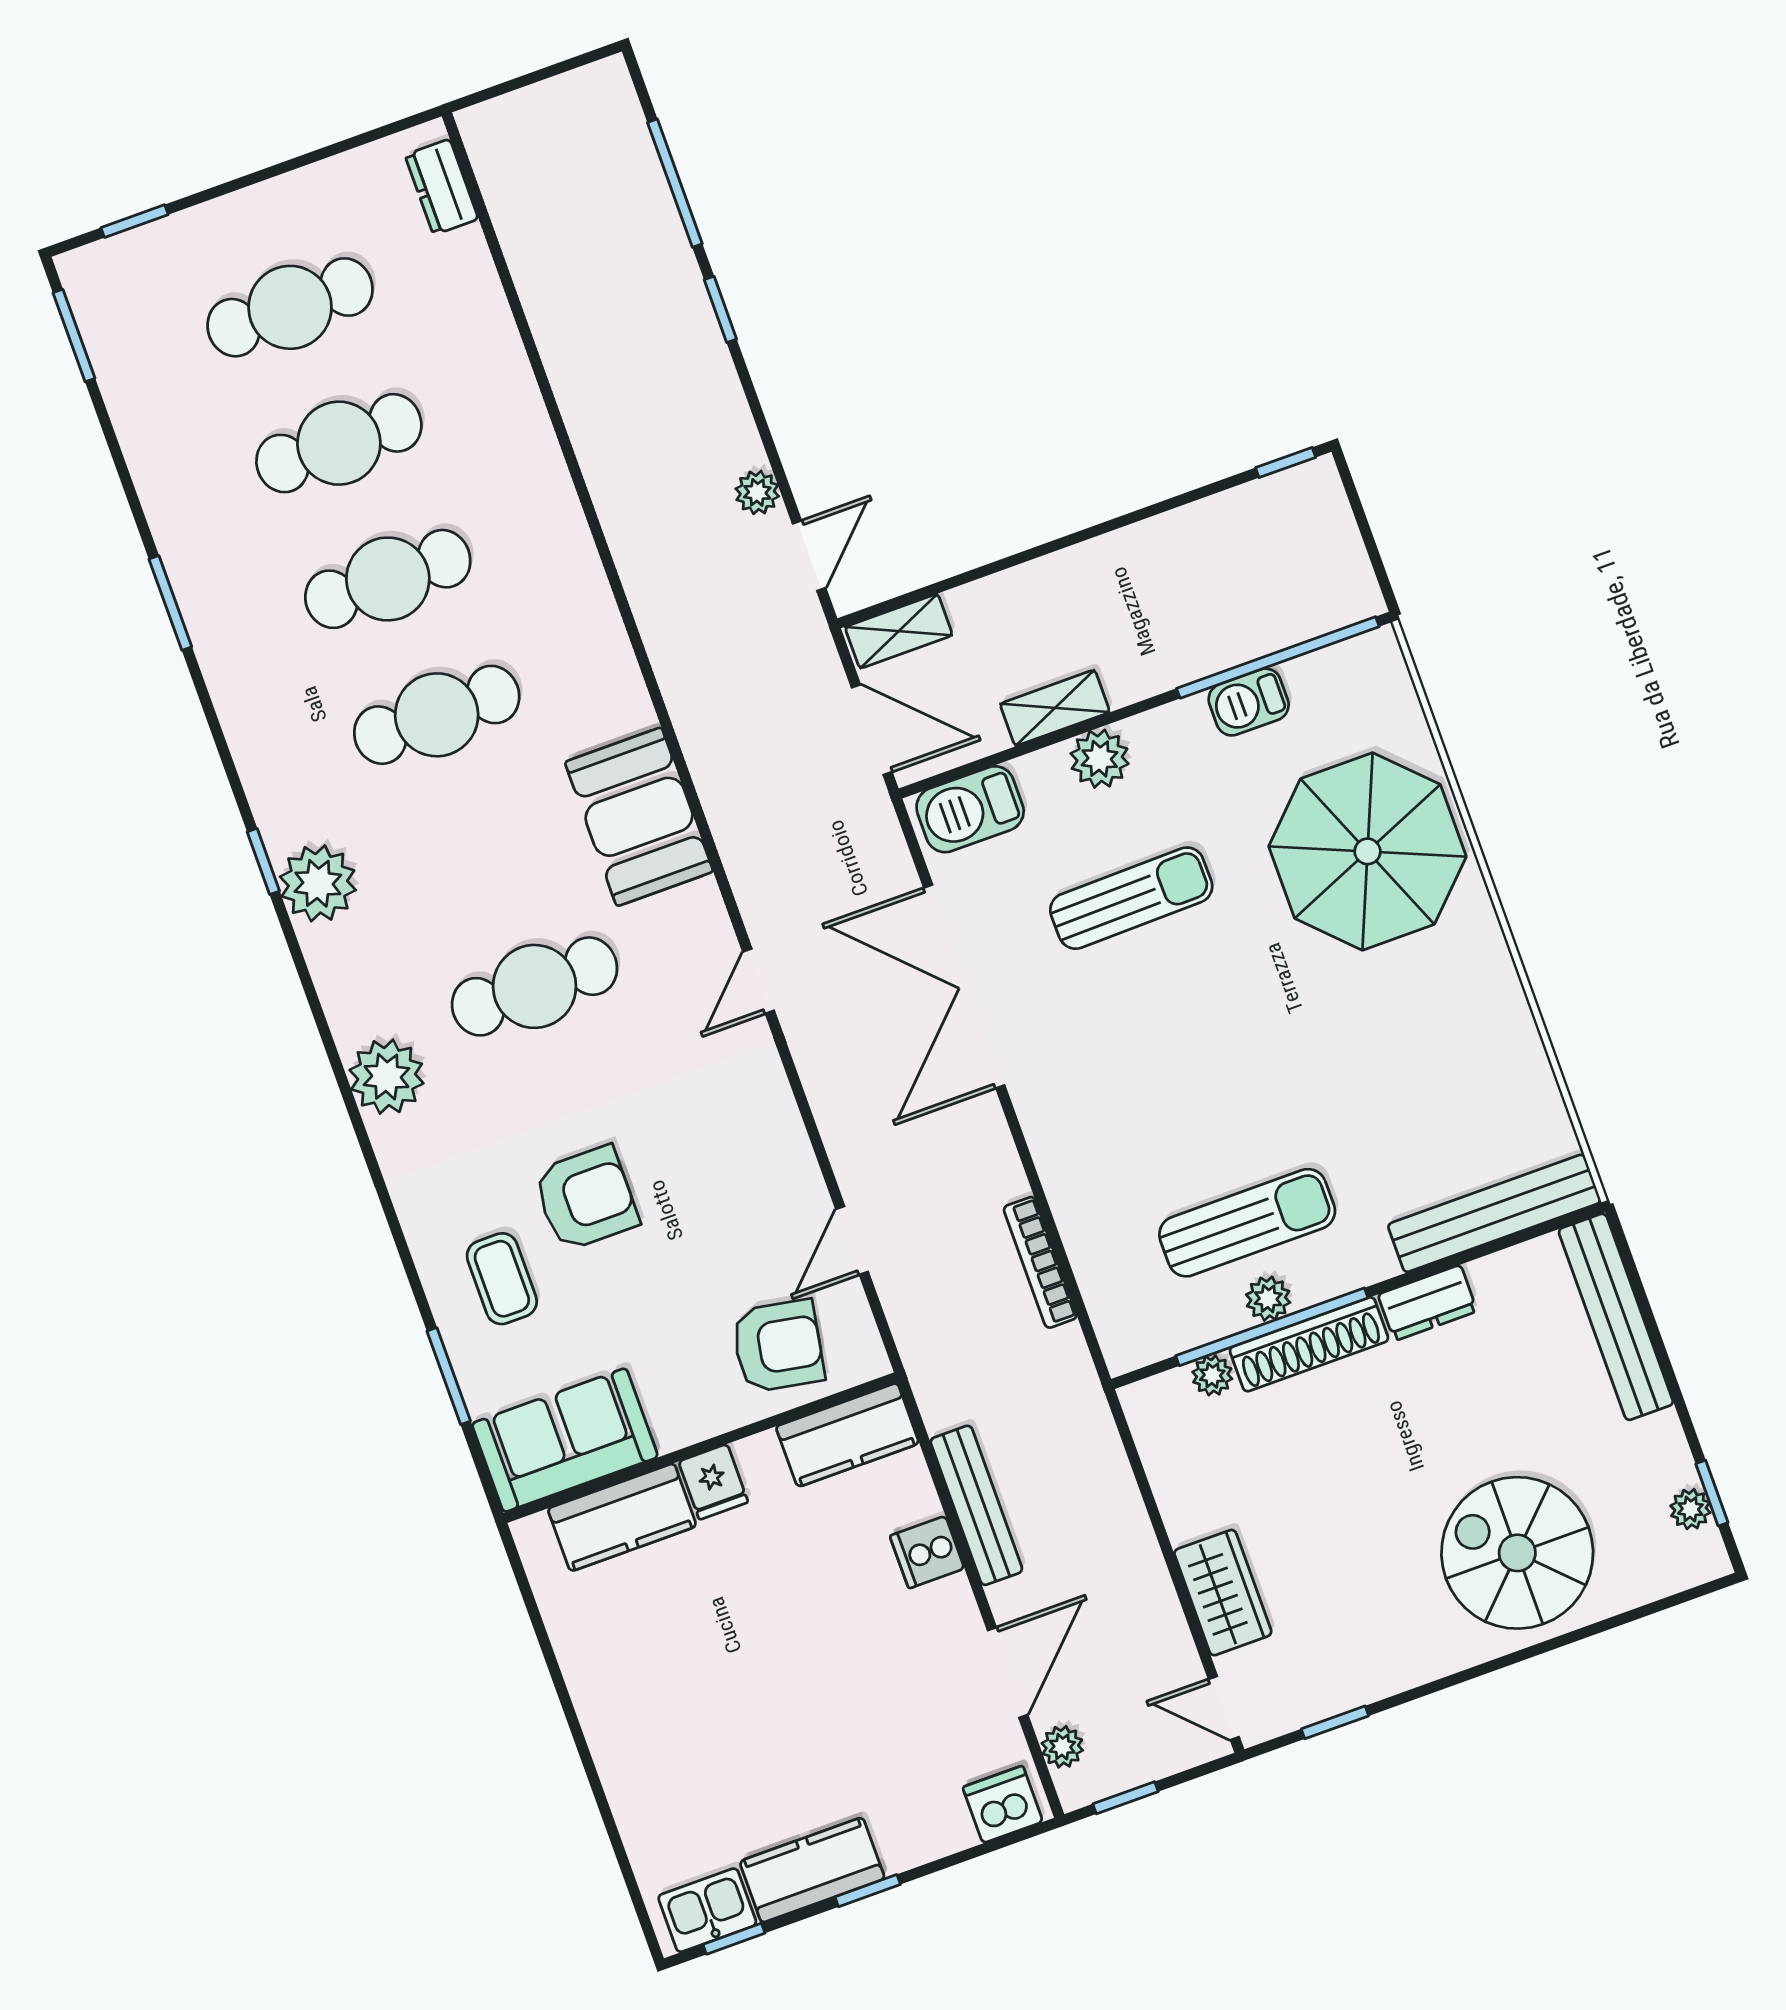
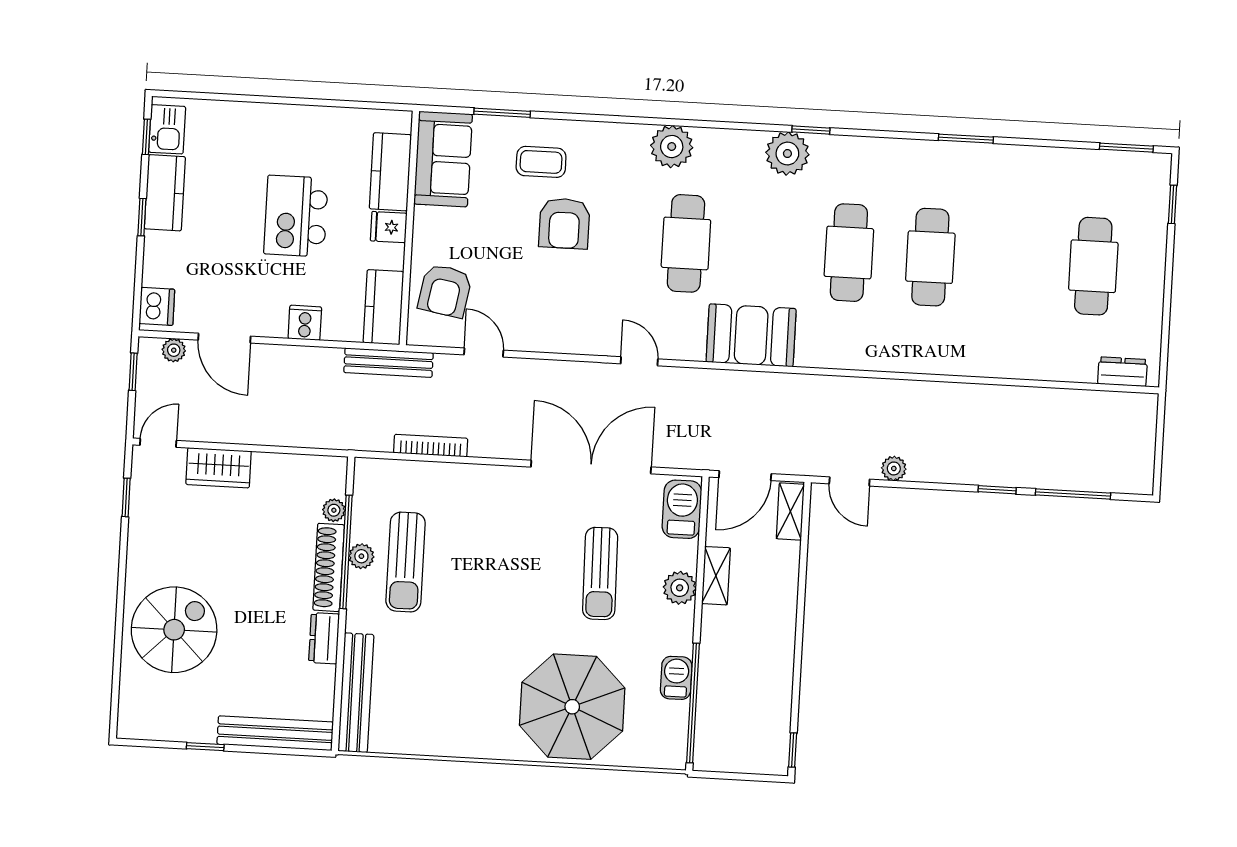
cafe table: (339, 443) -> (1012, 262), removed
window: (1712, 1493) -> (205, 747), moved
bench: (976, 1505) -> (389, 363), moved
plant: (1690, 1509) -> (159, 729), removed
kitchen island: (759, 1640) -> (296, 216), added

